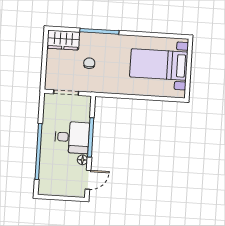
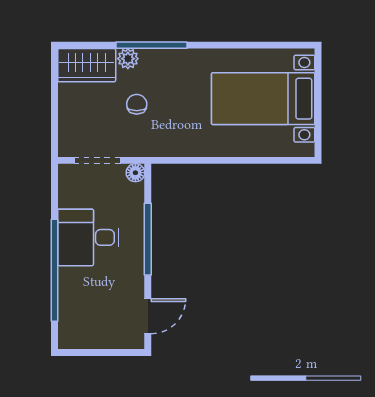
plant: (86, 38) -> (128, 59), added
desk: (72, 137) -> (88, 237), moved, turned 180
floor lamp: (82, 160) -> (135, 173), moved

